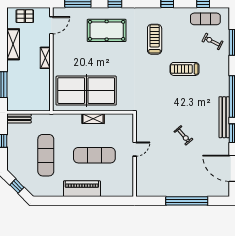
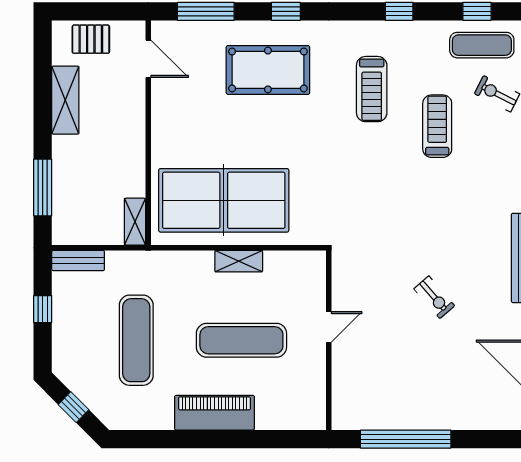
door: (51, 25) -> (148, 59), hinge flipped
treadmill: (155, 39) -> (372, 89), turned 180
shelving: (45, 58) -> (135, 222), moved
treadmill: (185, 69) -> (437, 126), moved, turned 90
window: (187, 201) -> (406, 439), moved

